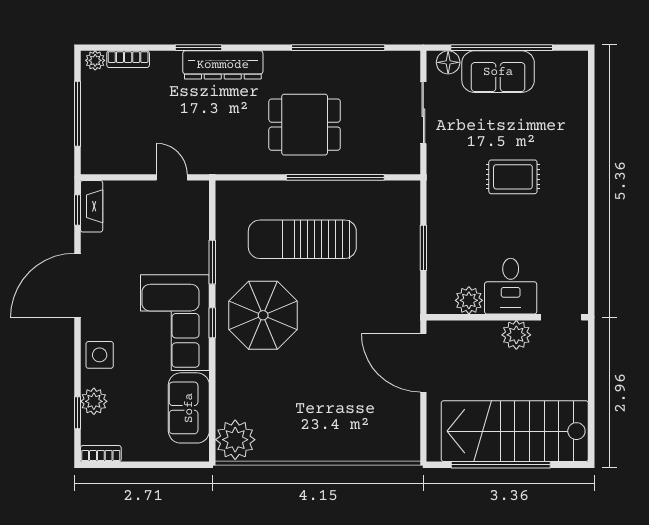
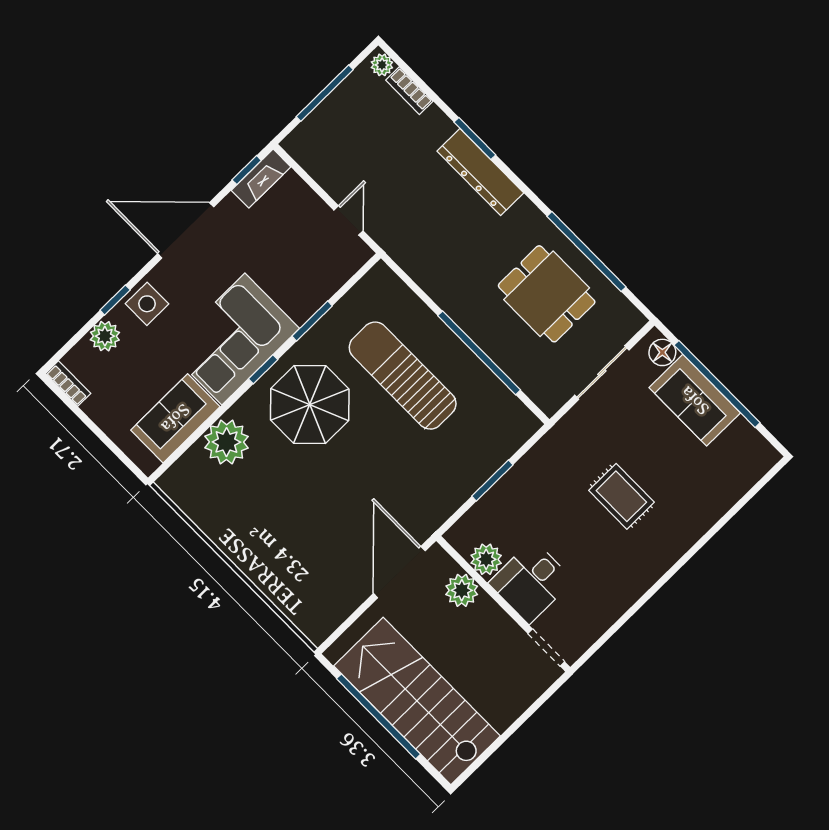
dining table: (305, 125) -> (547, 294), moved
plant: (516, 335) -> (462, 590), moved
window: (77, 413) -> (115, 300), moved
plant: (235, 440) -> (227, 442), moved

